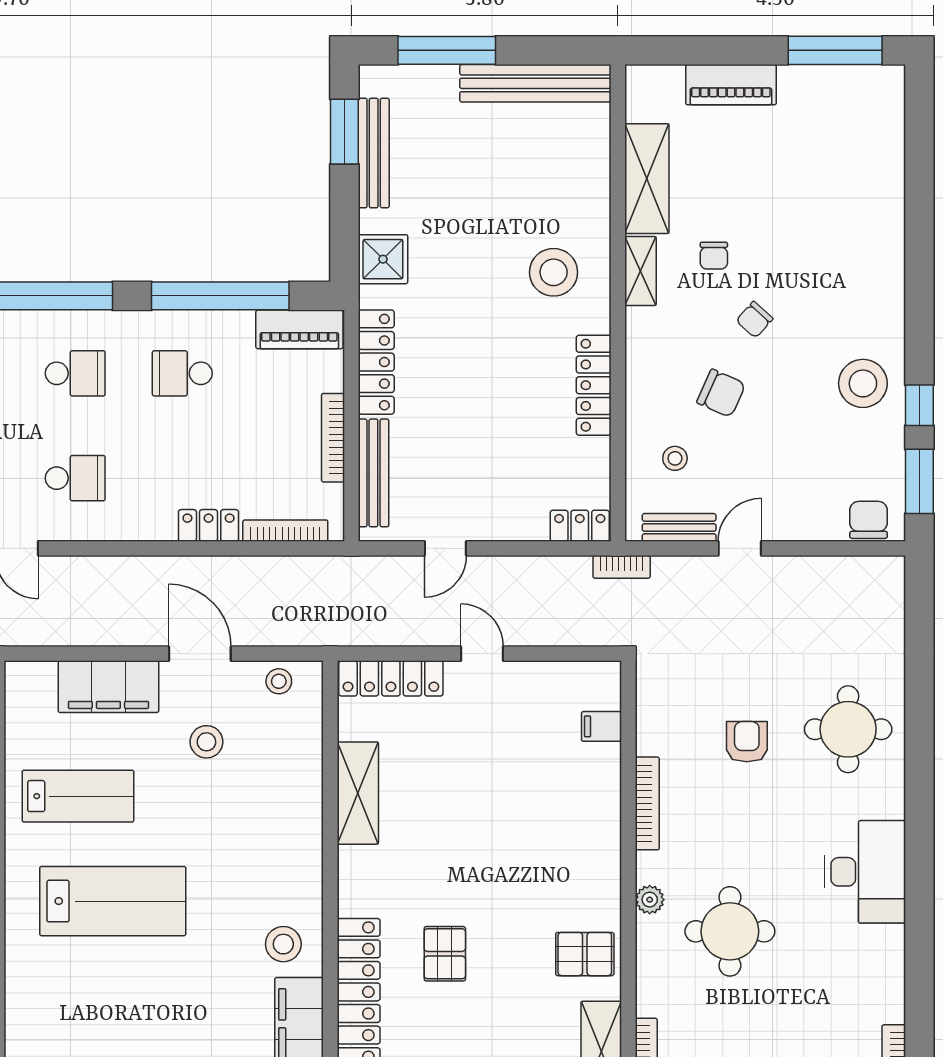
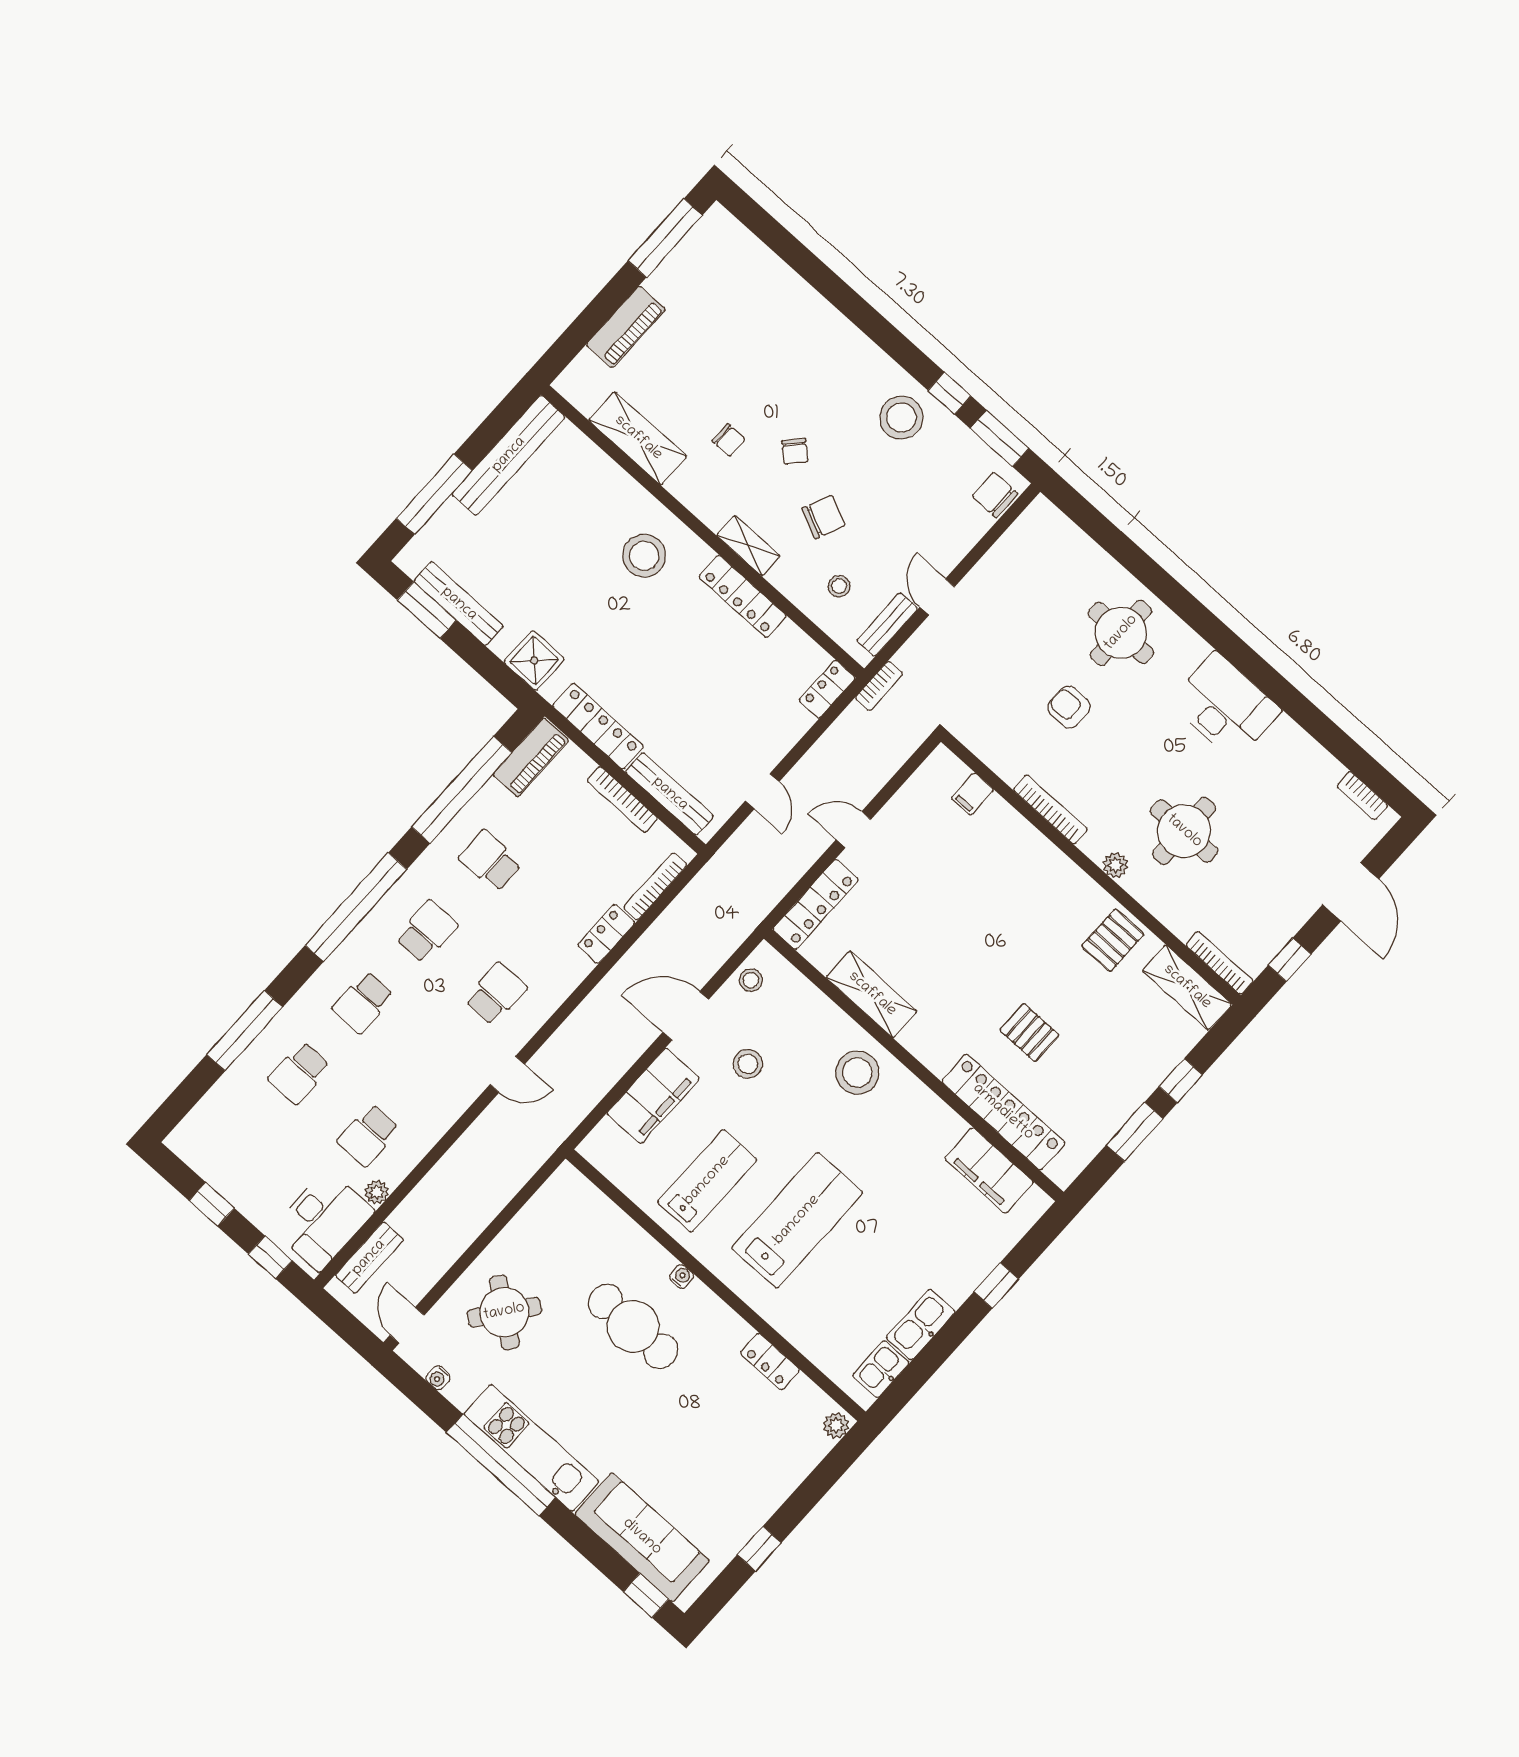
shelving: (640, 271) -> (748, 546), moved
school desk: (182, 373) -> (490, 861), turned 90
stool: (283, 944) -> (857, 1073), moved, width x1.38, depth x1.38

